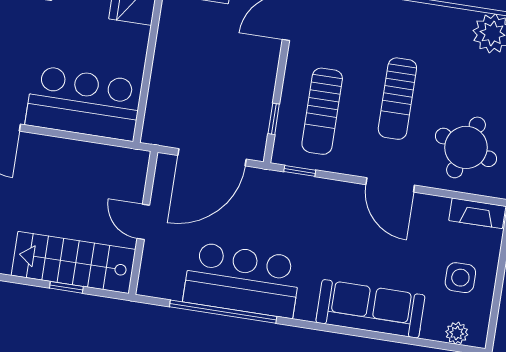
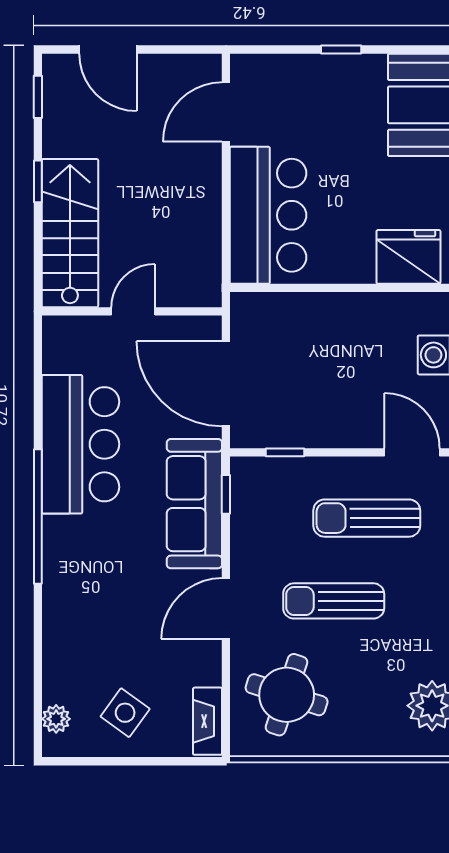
sun lounger: (322, 111) -> (367, 518), moved
side table: (460, 278) -> (125, 713), turned 36
window: (66, 287) -> (38, 181), moved
sofa: (370, 309) -> (194, 504), moved, turned 180
window: (223, 312) -> (38, 516), moved

